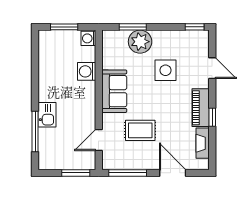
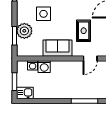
washing machine: (88, 38) -> (33, 65), moved
kitchen sink: (47, 115) -> (25, 93), moved
door: (99, 140) -> (90, 58), hinge flipped

